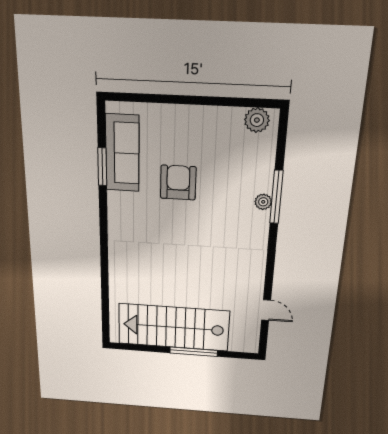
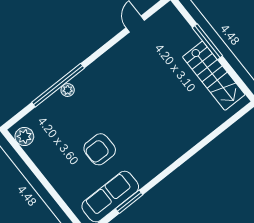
window: (276, 197) -> (58, 85), width x1.46
stairs: (174, 327) -> (214, 76), width x0.73, depth x0.66

